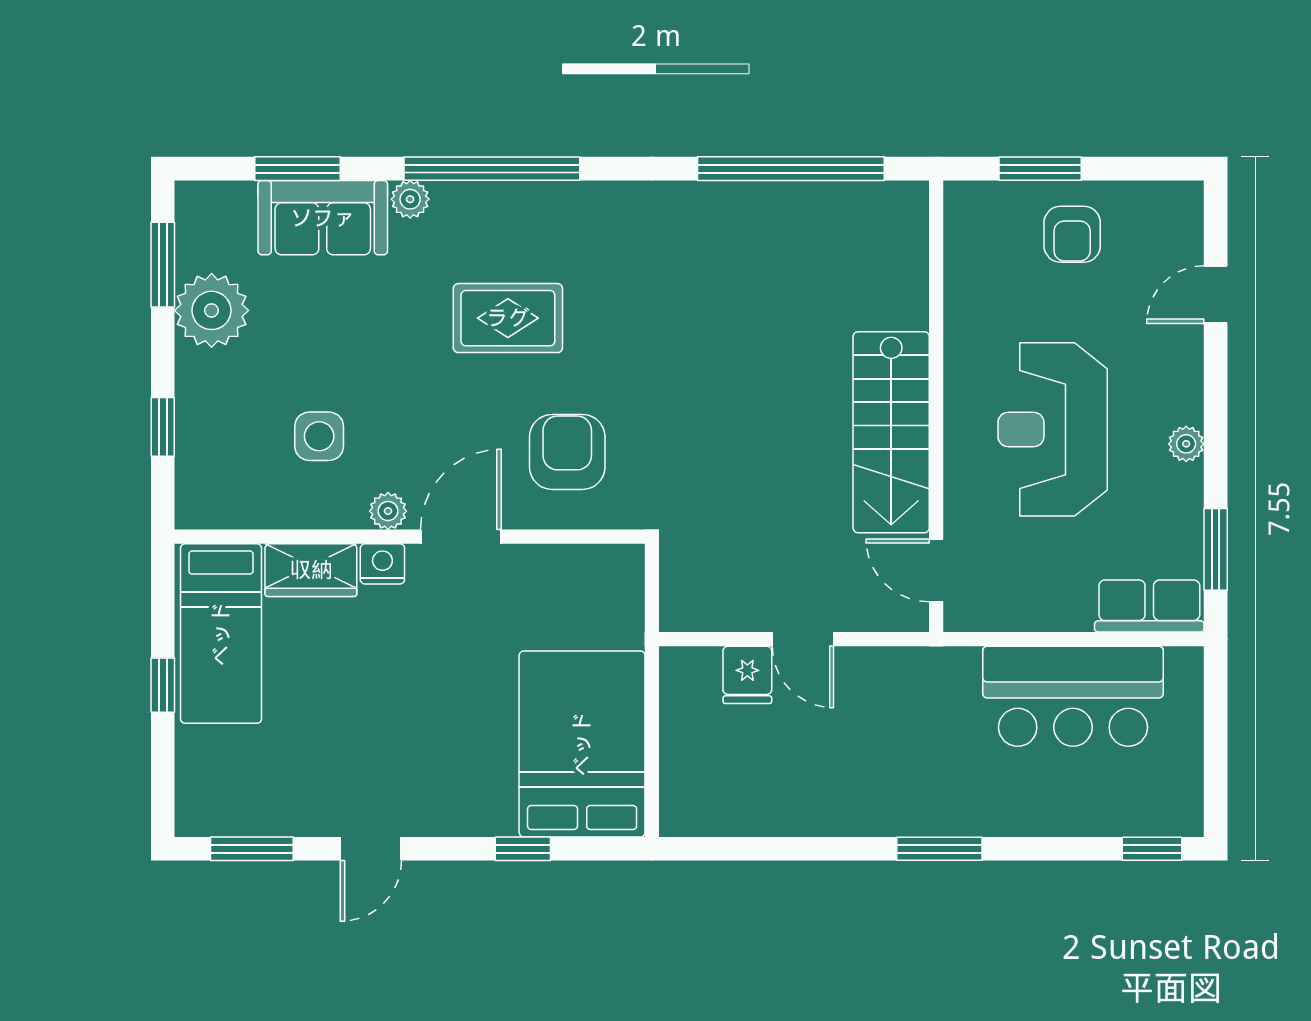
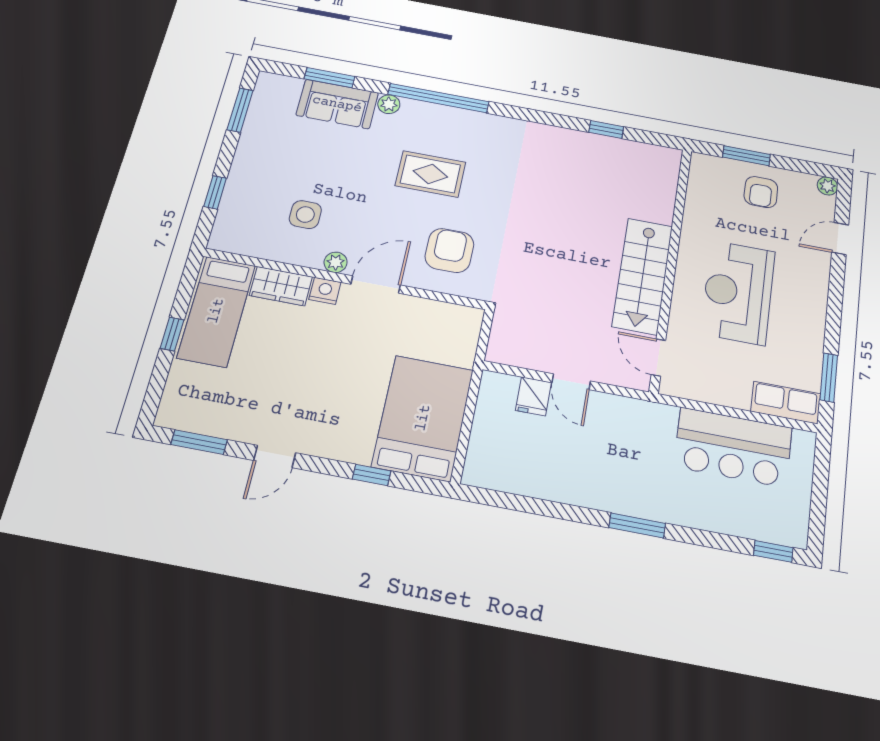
window: (791, 169) -> (606, 130), width x0.32
plant: (212, 310) -> (261, 138), removed
plant: (1186, 444) -> (827, 186), moved

